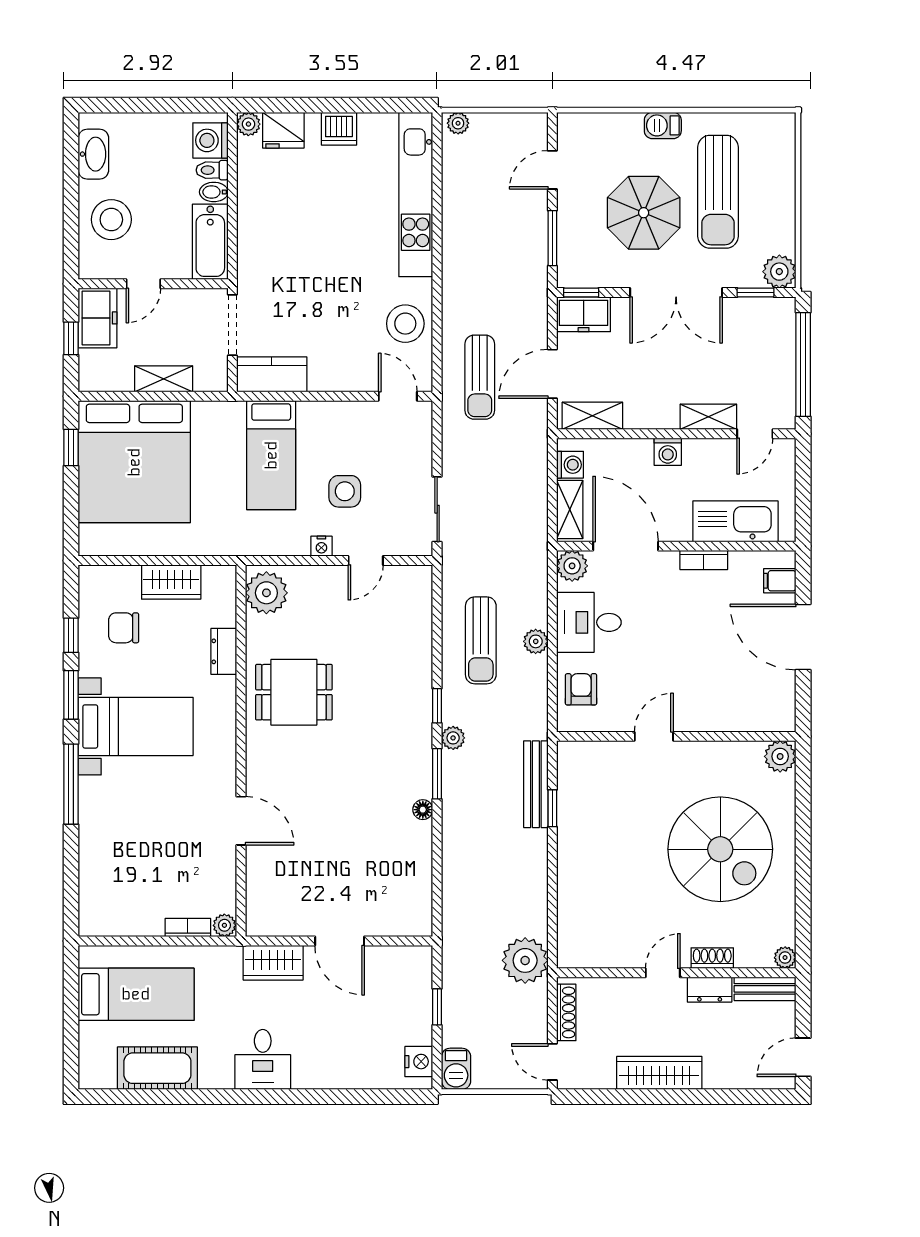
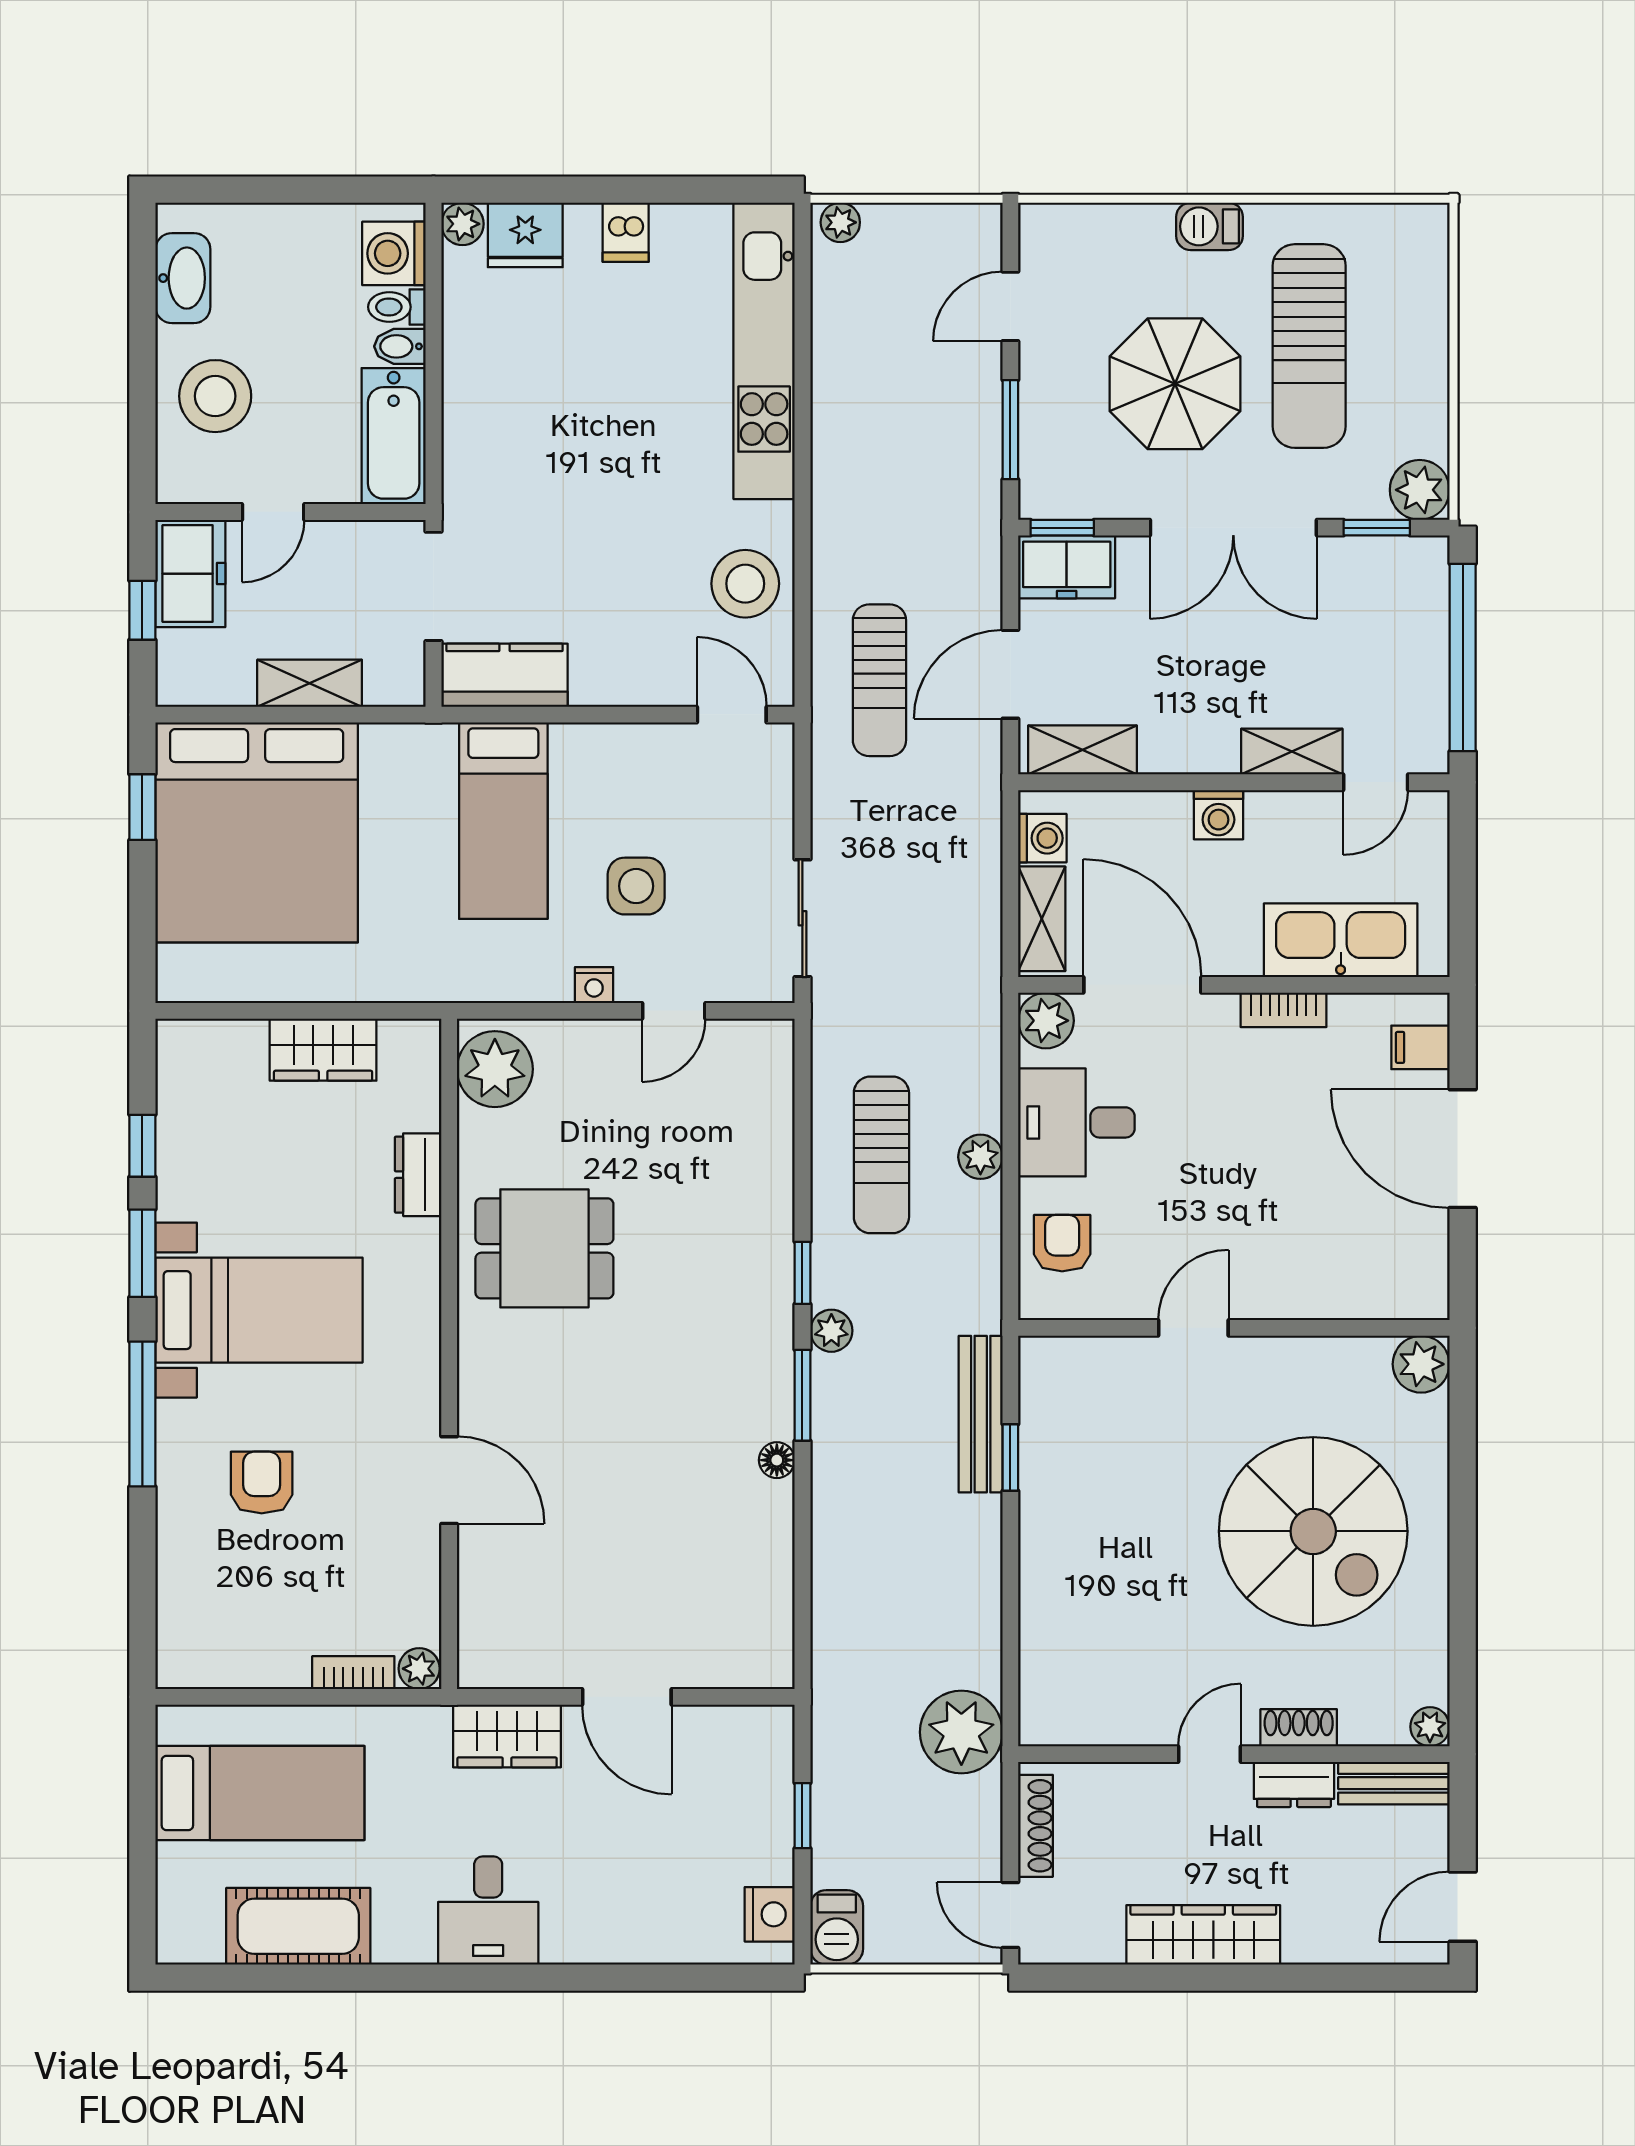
dishwasher: (339, 129) -> (626, 232), width x0.73
chair: (124, 628) -> (237, 1132), removed
armchair: (137, 822) -> (262, 1483), added

